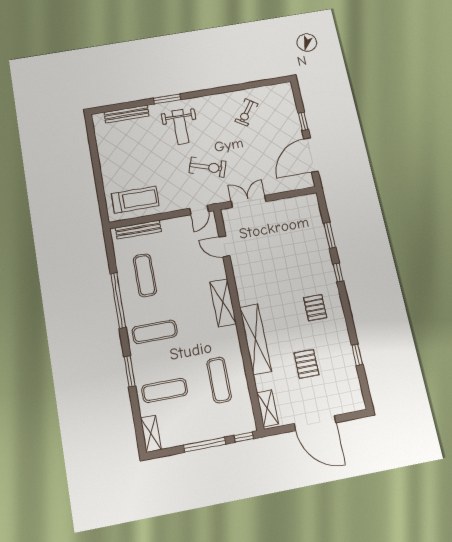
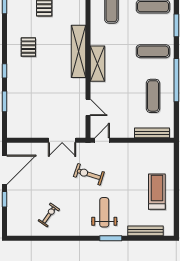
treadmill: (135, 200) -> (157, 192), moved, turned 90
shelving: (255, 339) -> (78, 51), moved

